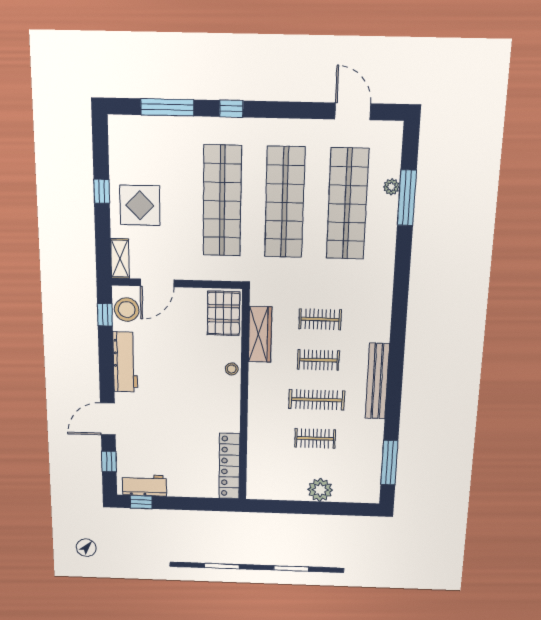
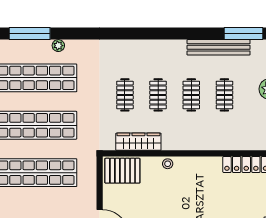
plant: (391, 187) -> (58, 46), moved
bench: (377, 381) -> (219, 47), moved
clothes rail: (317, 400) -> (191, 95), width x0.73

